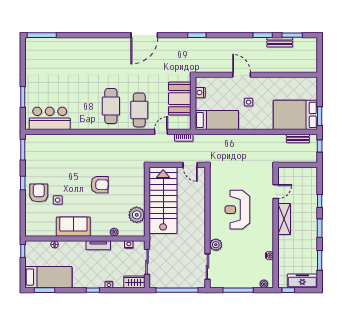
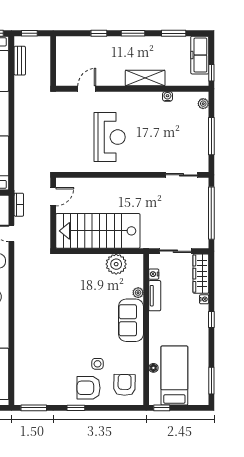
armchair: (100, 185) -> (124, 385), moved
door: (276, 192) -> (87, 89), hinge flipped
reception desk: (237, 210) -> (110, 137), turned -90
shelving: (284, 219) -> (145, 78), moved
sofa: (73, 227) -> (131, 320), moved
tv unit: (98, 245) -> (155, 296), moved
plant: (216, 245) -> (154, 164), removed
bed: (48, 277) -> (174, 376), moved
wardrobe: (134, 282) -> (201, 274), width x1.50

